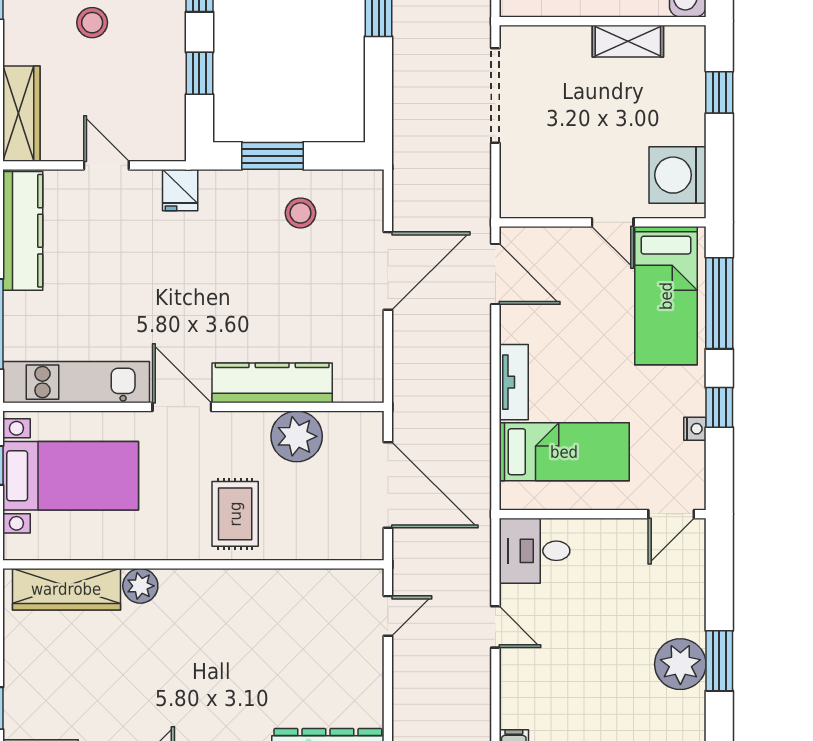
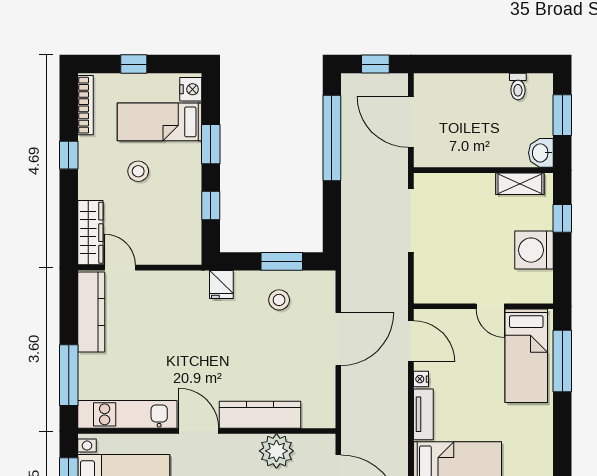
shelving: (628, 41) -> (520, 184), moved
window: (273, 156) -> (282, 261), moved
door: (106, 165) -> (120, 268), moved
washing machine: (678, 175) -> (534, 250), moved
fridge: (180, 190) -> (221, 284), moved
window: (719, 407) -> (562, 431), removed
nightstand: (695, 429) -> (421, 379), moved, turned 180

